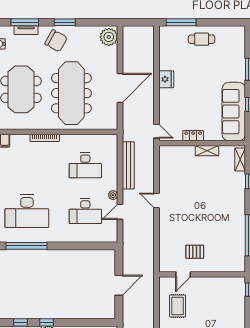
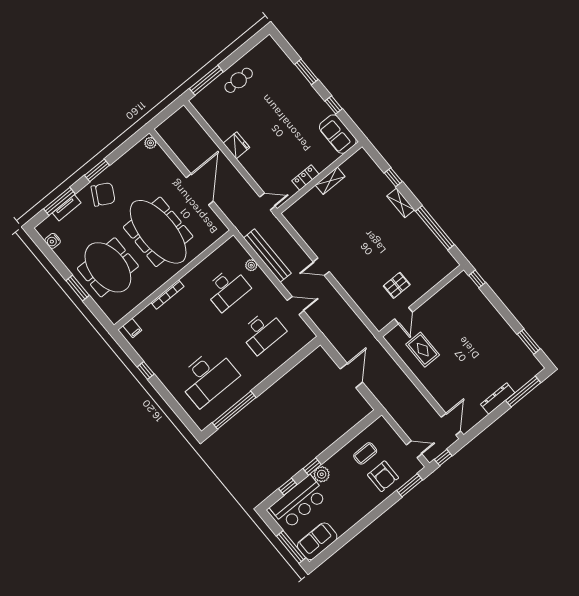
plant: (109, 37) -> (150, 143), width x0.53, depth x0.53
sofa: (234, 112) -> (338, 134), width x0.54, depth x0.79
shelving: (240, 159) -> (401, 203), moved
plant: (113, 195) -> (251, 265), moved
door: (120, 212) -> (296, 306), swing flipped

